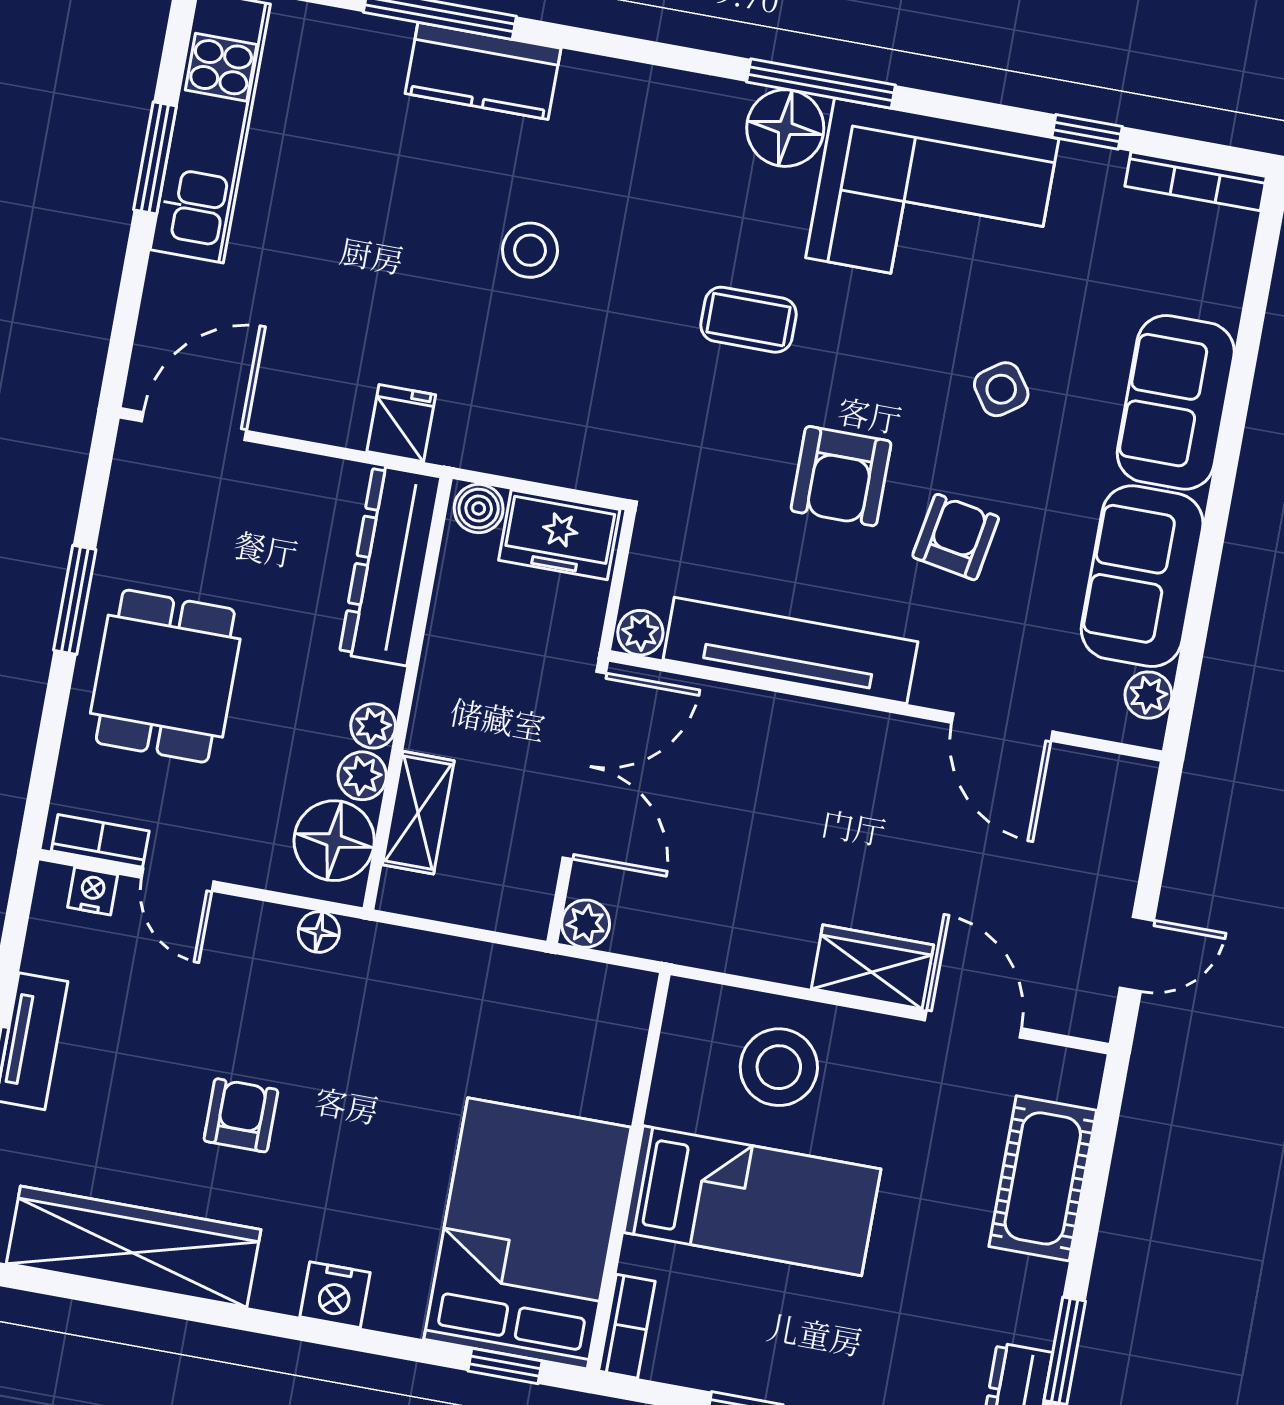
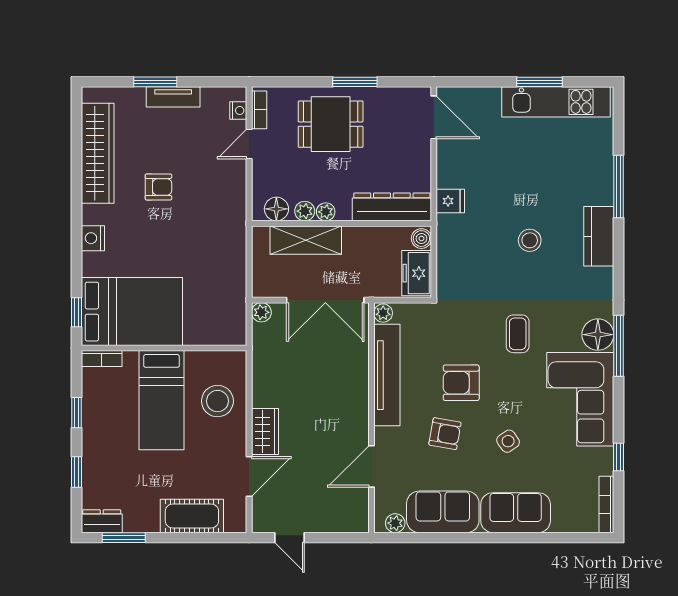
kitchen counter: (483, 71) -> (599, 236), moved
shelving: (418, 813) -> (306, 240), width x1.50, depth x1.33
floor lamp: (334, 841) -> (276, 209), width x0.73, depth x0.73
floor lamp: (319, 932) -> (238, 205), removed

